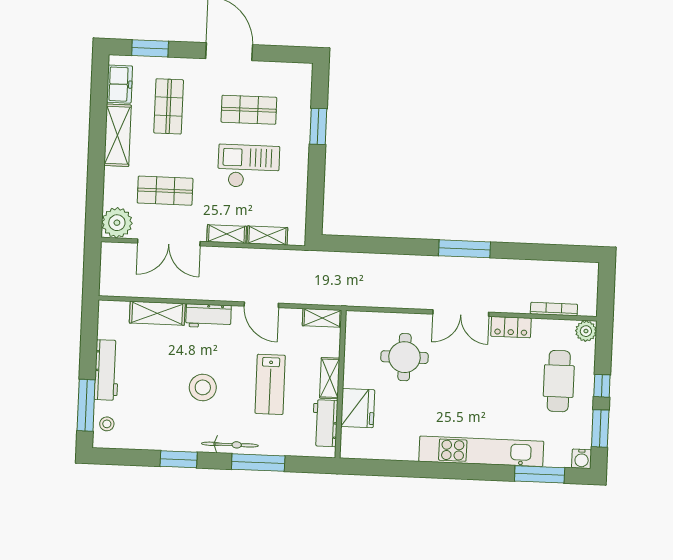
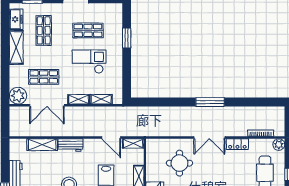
door: (261, 305) -> (111, 138), moved

